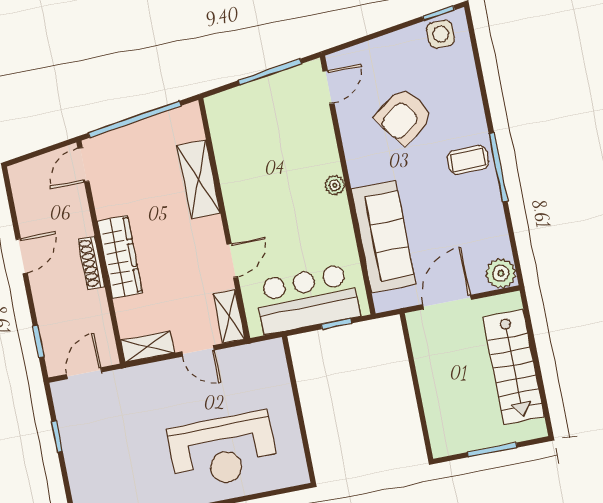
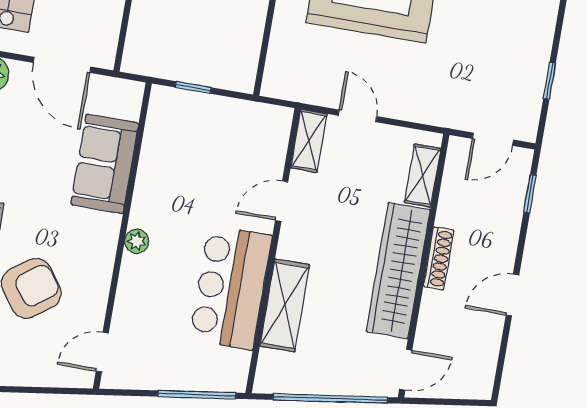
window: (270, 72) -> (197, 395), moved
sofa: (383, 237) -> (105, 164), width x0.73
wardrobe: (120, 257) -> (398, 271), width x1.40, depth x1.17
bar counter: (307, 299) -> (231, 288), moved, turned 90
door: (447, 302) -> (62, 65), hinge flipped
shelving: (147, 347) -> (423, 175), moved, turned 90

